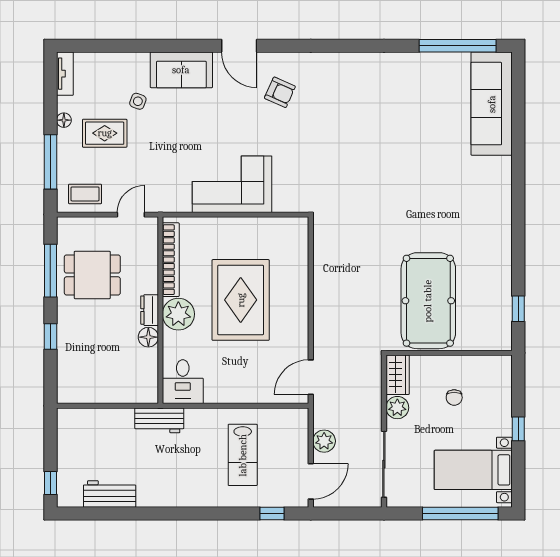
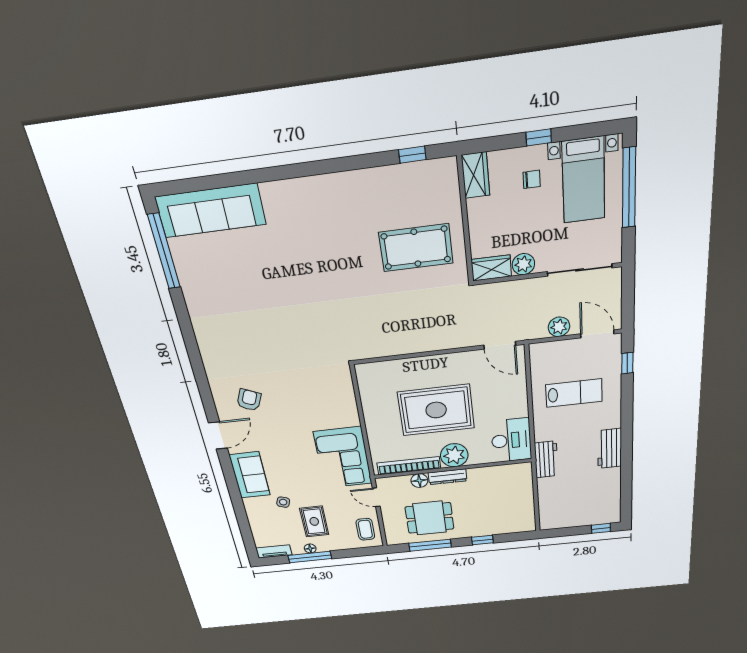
window: (50, 162) -> (310, 557), moved
corner sofa: (232, 184) -> (343, 458), moved
dining table: (92, 275) -> (430, 518), turned 90
pool table: (428, 301) -> (416, 248), width x0.73, depth x0.76
dresser: (150, 310) -> (448, 477), width x1.44
floor lamp: (148, 337) -> (419, 481), moved
wardrobe: (491, 367) -> (476, 175), added
desk: (183, 382) -> (511, 440), width x1.37
chair: (454, 398) -> (532, 179), moved
workbench: (110, 494) -> (610, 449), moved

